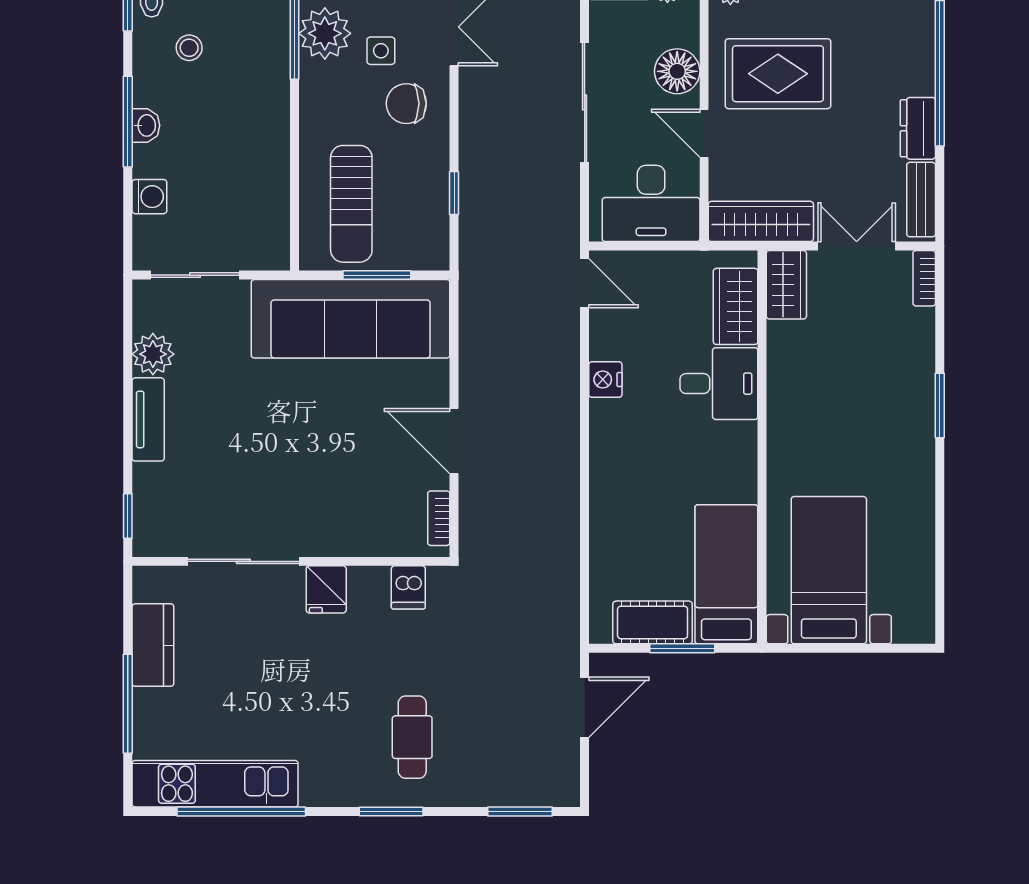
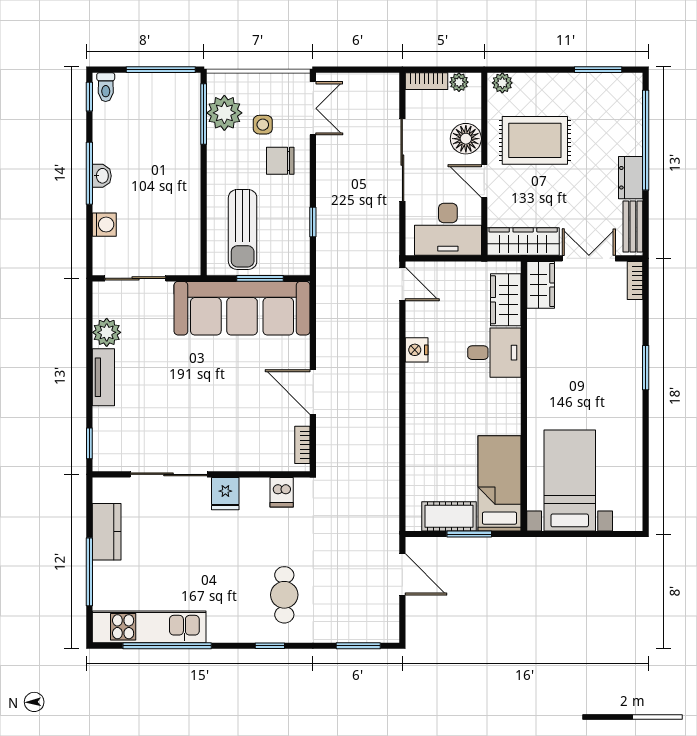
stool: (189, 48) -> (131, 123), removed
door: (585, 707) -> (402, 574), hinge flipped
window: (391, 811) -> (270, 646), width x0.67

